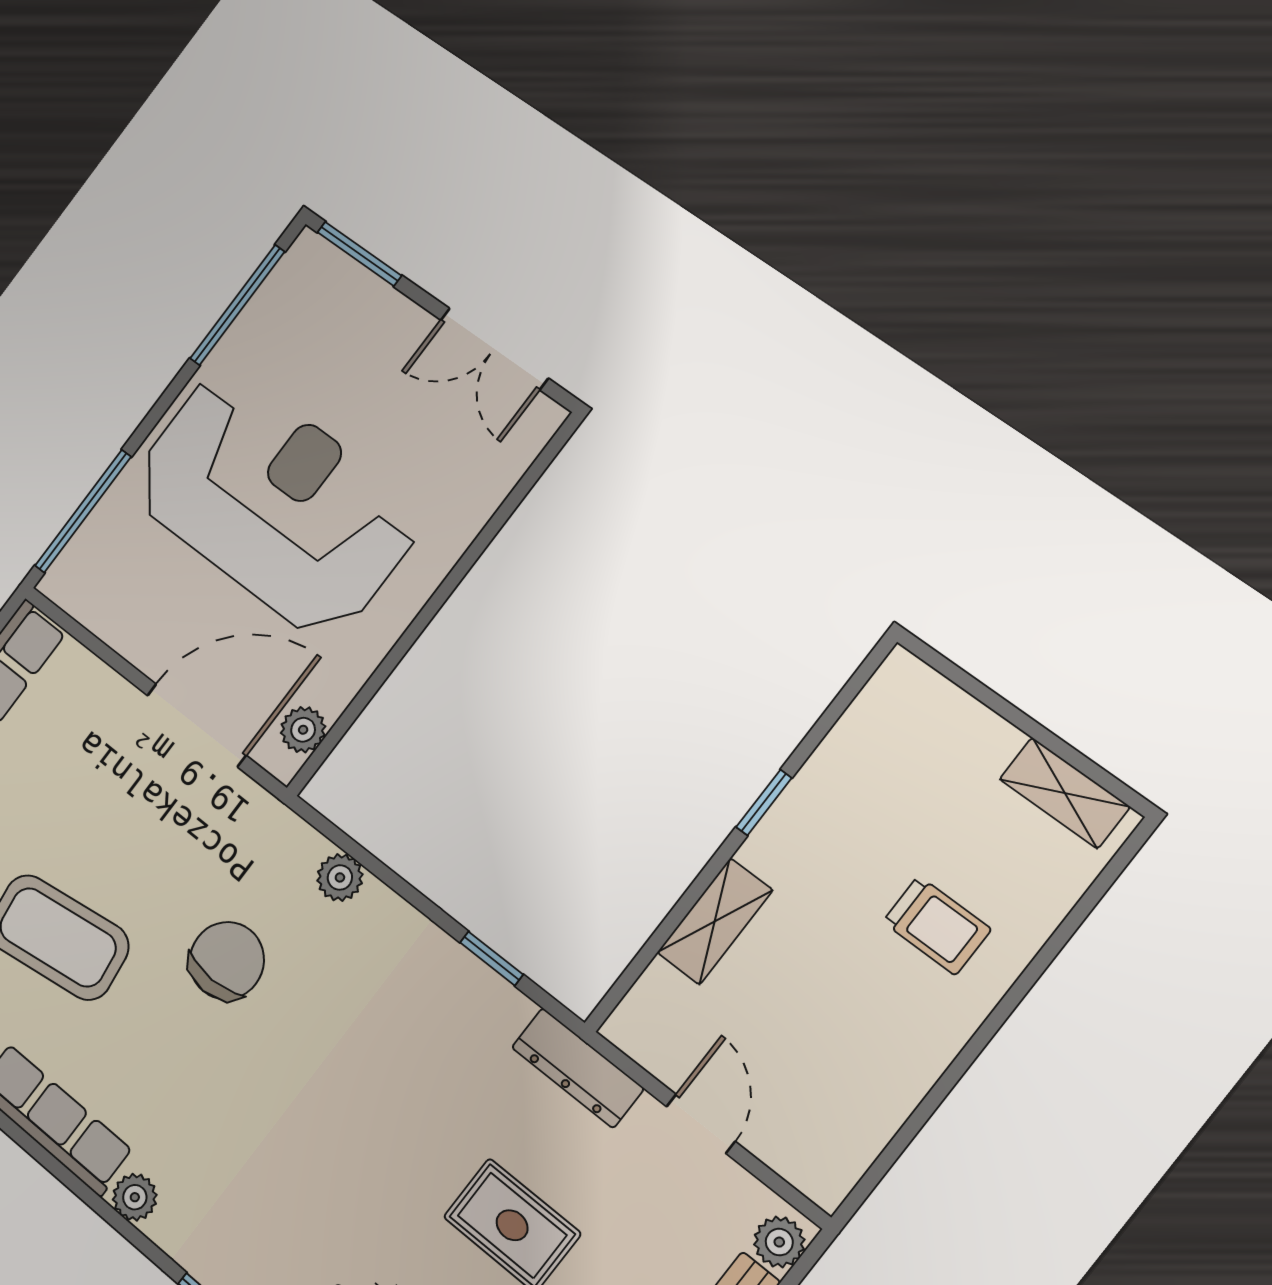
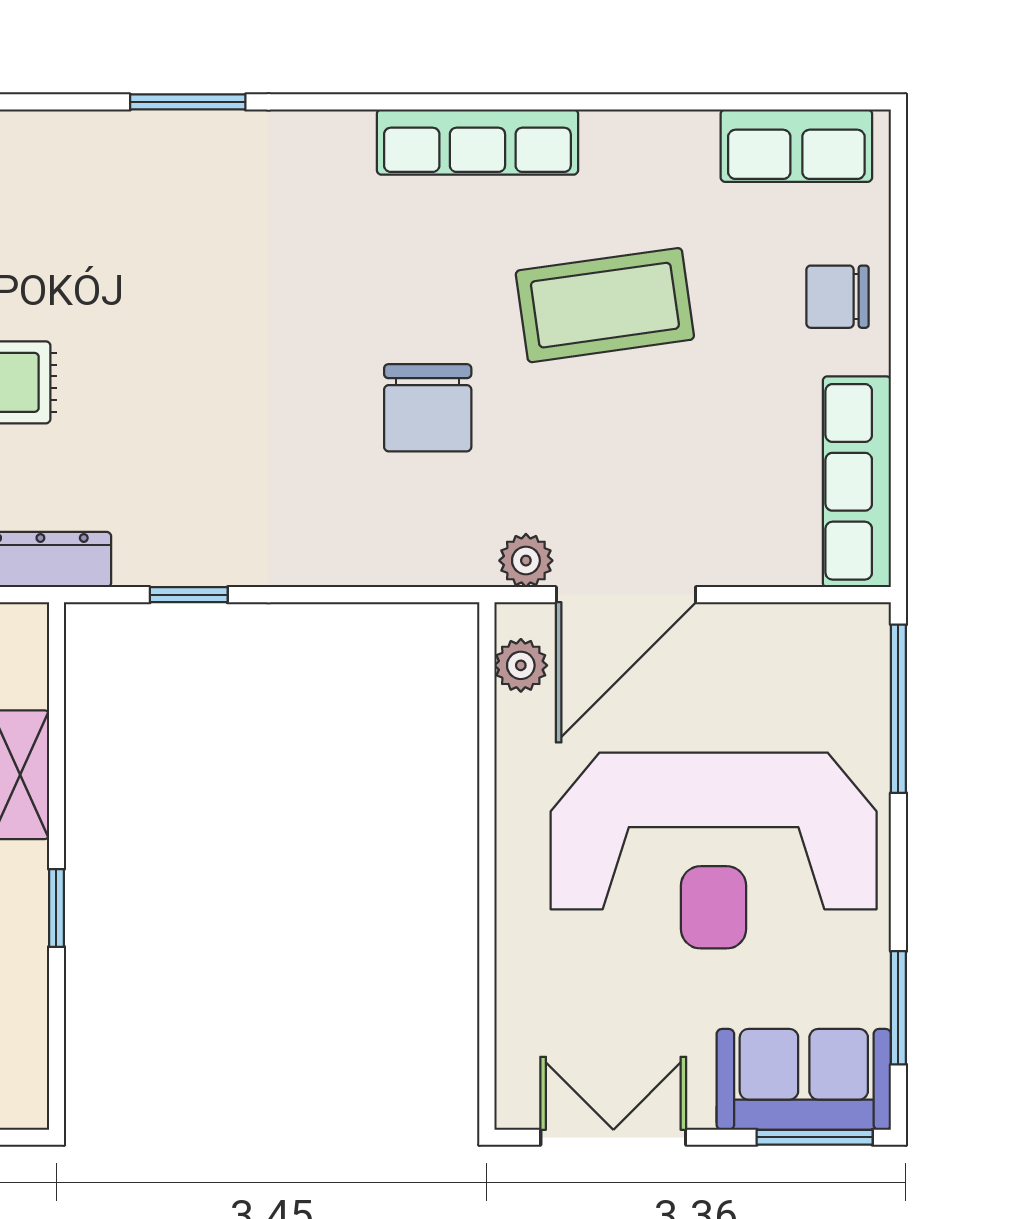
sofa: (336, 299) -> (804, 1079), added
window: (237, 305) -> (898, 1008), width x0.69
plant: (340, 877) -> (526, 561), moved
plant: (135, 1197) -> (346, 136), removed

